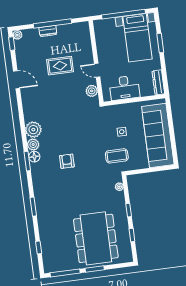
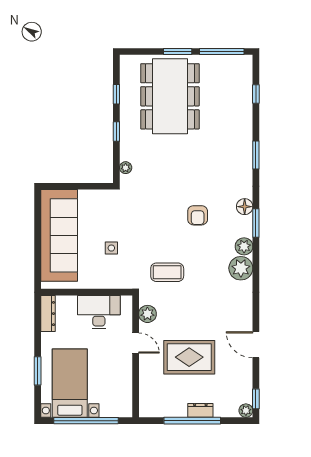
rug: (60, 66) -> (189, 357), width x1.36, depth x1.43
coffee table: (117, 156) -> (167, 272), moved
floor lamp: (34, 157) -> (245, 207), moved

